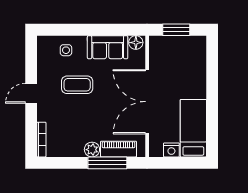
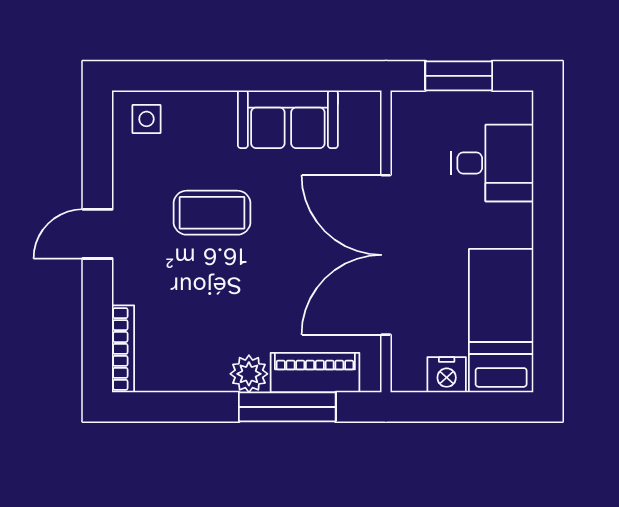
floor lamp: (136, 43) -> (358, 108), removed
side table: (66, 50) -> (147, 119), moved
desk: (190, 65) -> (492, 163), added

